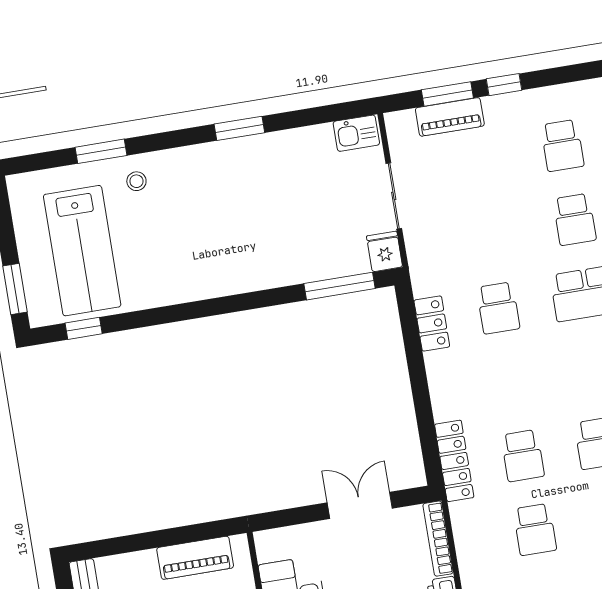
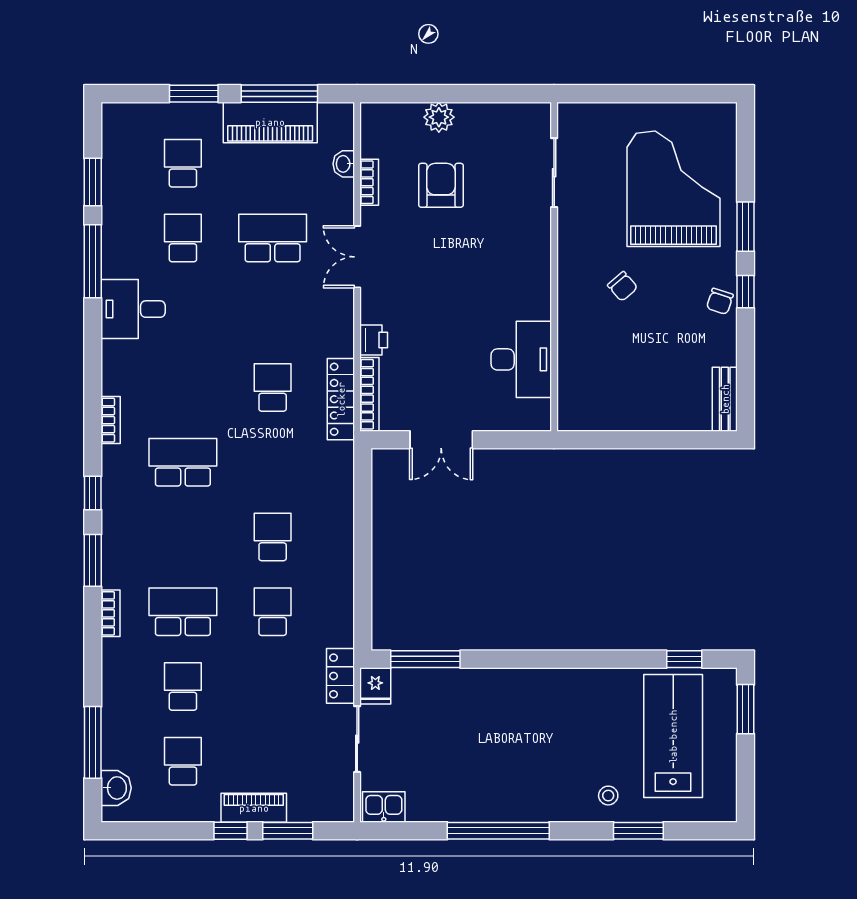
piano: (450, 117) -> (254, 808), moved
window: (239, 128) -> (498, 831), width x2.11
locker: (432, 323) -> (340, 676), moved
school desk: (523, 456) -> (273, 537), moved
locker: (454, 461) -> (341, 399), moved
piano: (195, 558) -> (612, 415), removed

